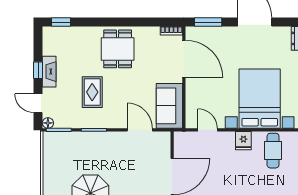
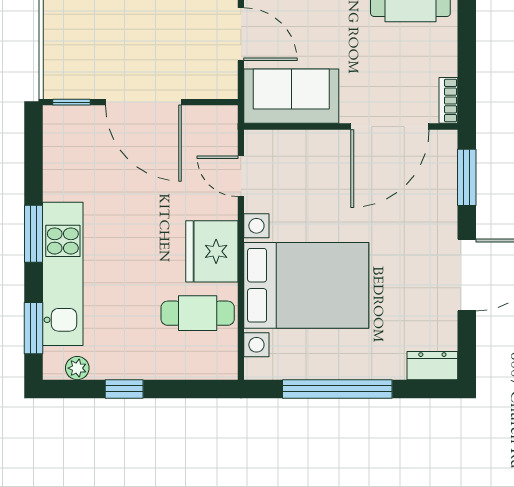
door: (140, 130) -> (241, 34), hinge flipped
door: (208, 130) -> (241, 176), swing flipped
fridge: (243, 141) -> (212, 251), width x1.88, depth x1.34

